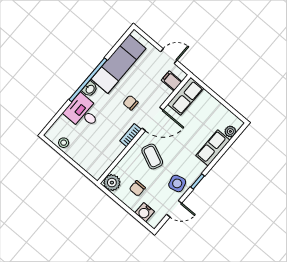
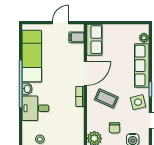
chair: (131, 103) -> (62, 75), removed
row of seats: (213, 148) -> (142, 66), width x1.48

